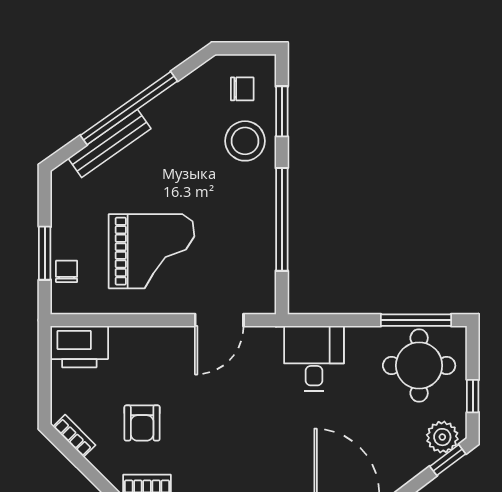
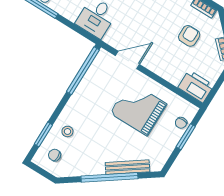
stool: (245, 141) -> (67, 131), width x0.53, depth x0.53
window: (282, 219) -> (83, 71), moved

